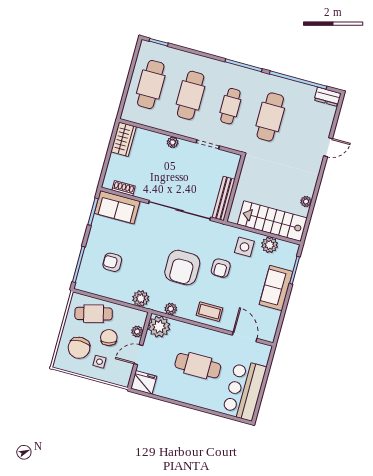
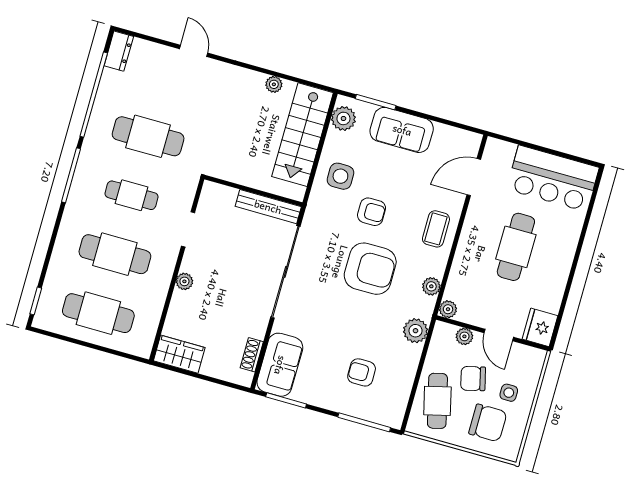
plant: (270, 245) -> (343, 118), moved
armchair: (112, 262) -> (362, 372), turned 90
plant: (159, 327) -> (448, 309), width x0.53, depth x0.53

